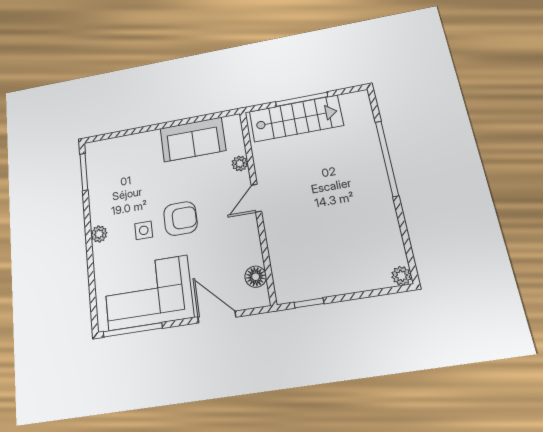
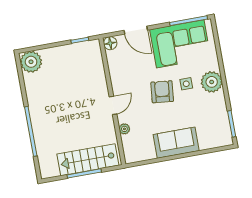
sofa: (193, 139) -> (176, 143), moved
armchair: (180, 218) -> (162, 92), turned 96
plant: (99, 234) -> (212, 82), width x1.87, depth x1.87
plant: (401, 276) -> (31, 62), width x1.88, depth x1.88
floor lamp: (256, 277) -> (110, 43), moved

